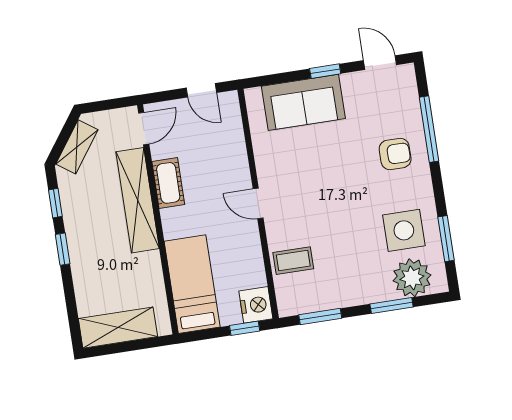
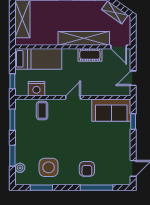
window: (325, 71) -> (133, 121), moved
sofa: (303, 102) -> (111, 110), moved, turned -90
plant: (412, 278) -> (20, 168), width x0.53, depth x0.53
nightstand: (256, 305) -> (36, 89), moved

